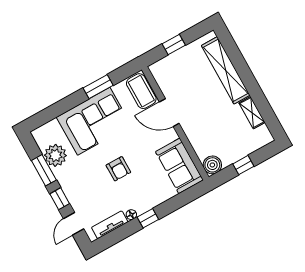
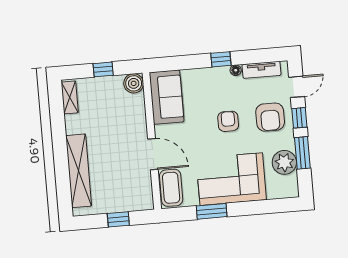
shelving: (252, 113) -> (70, 97), moved
armchair: (85, 188) -> (270, 117), added

